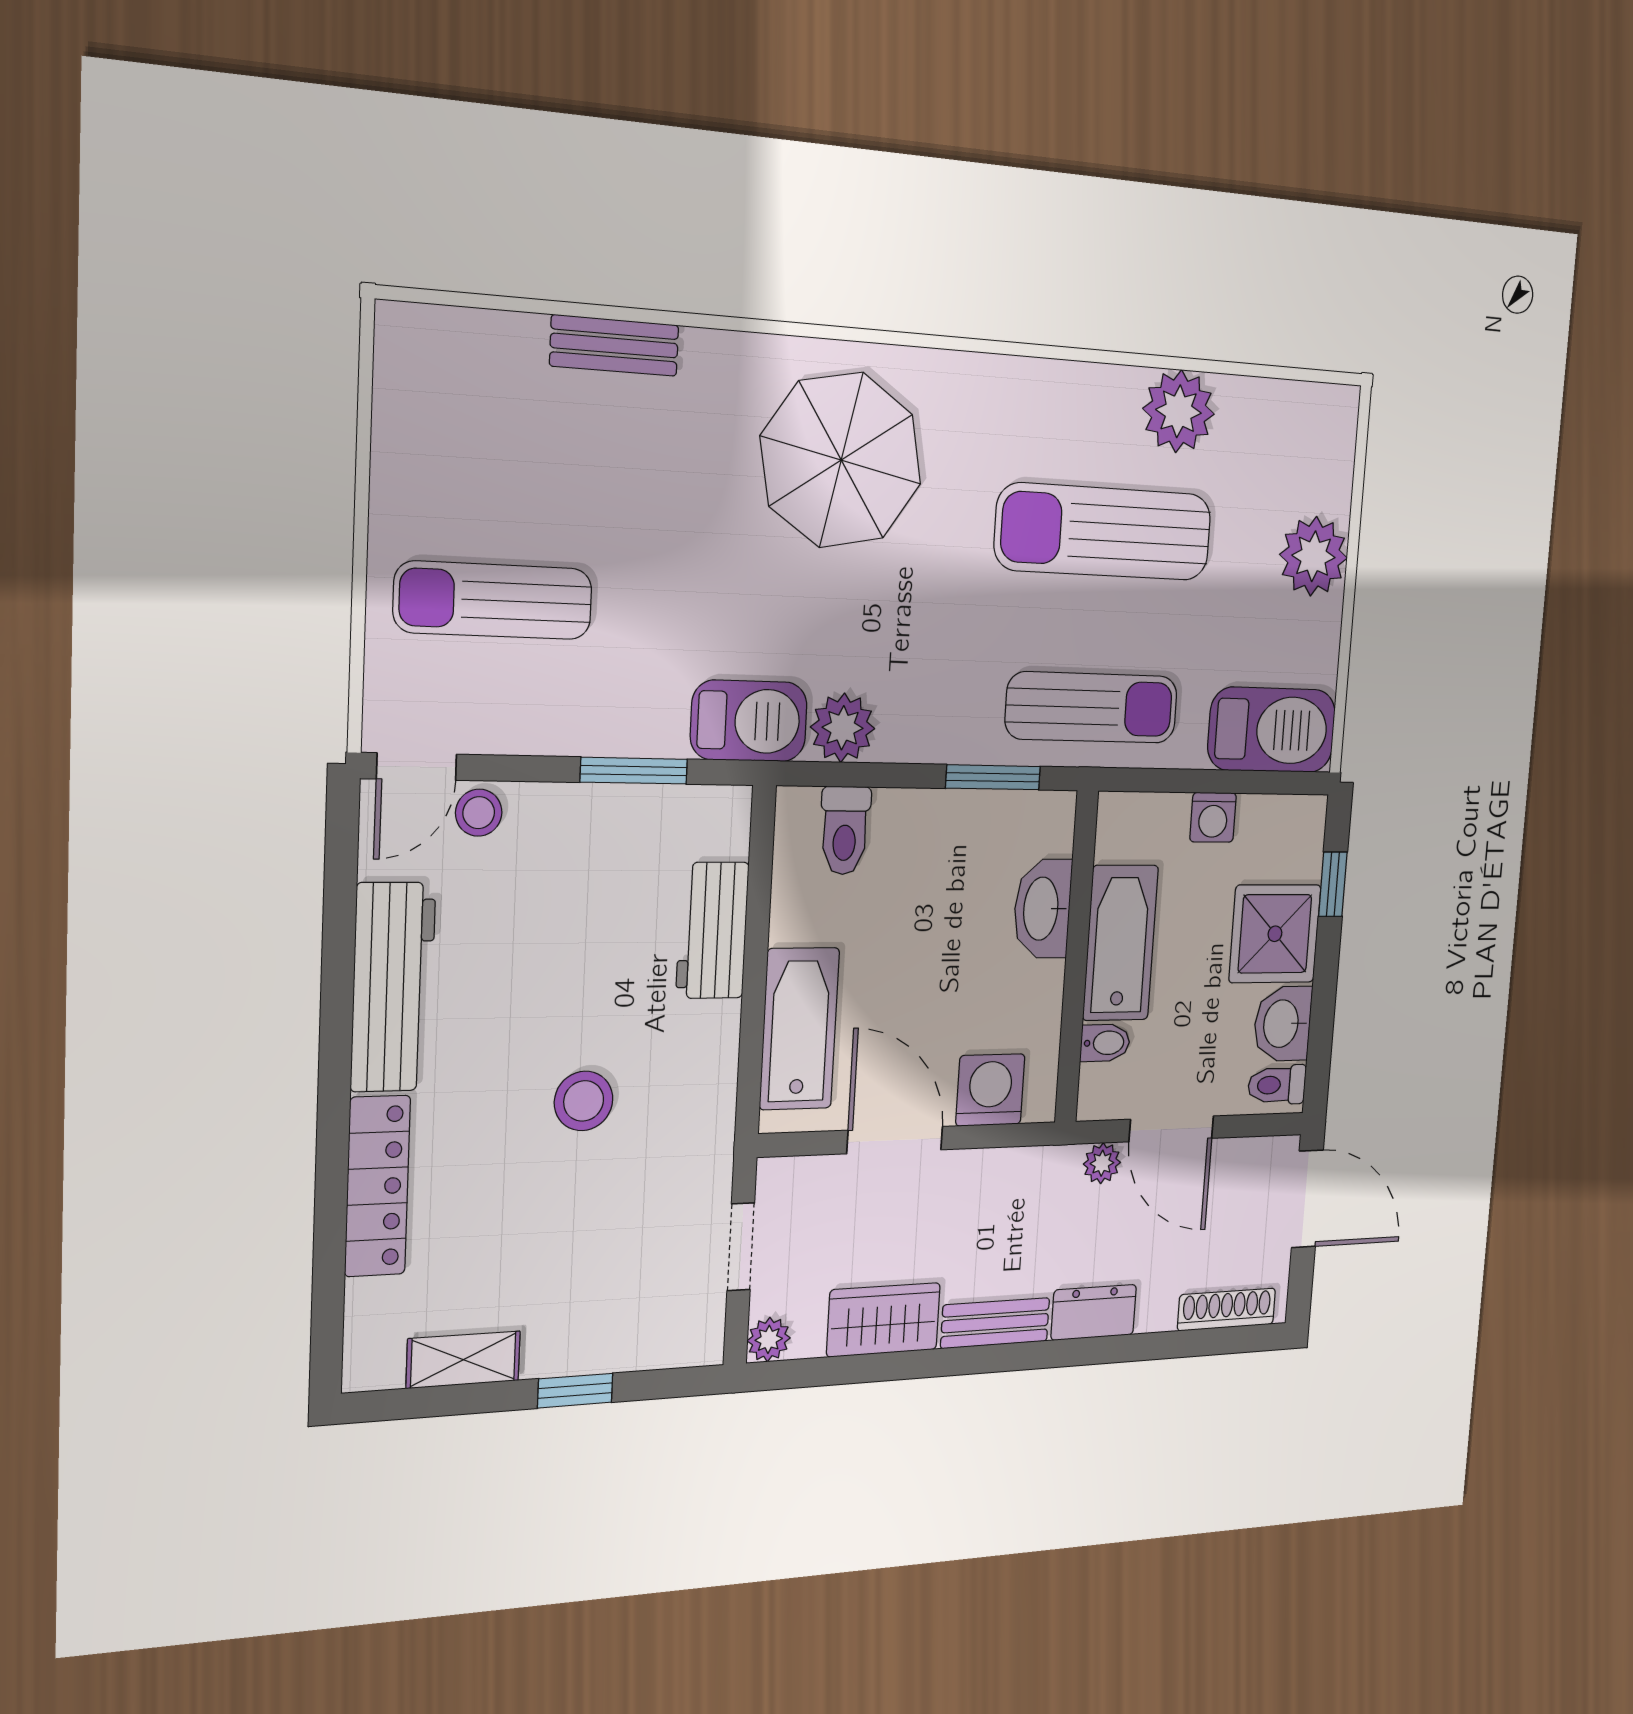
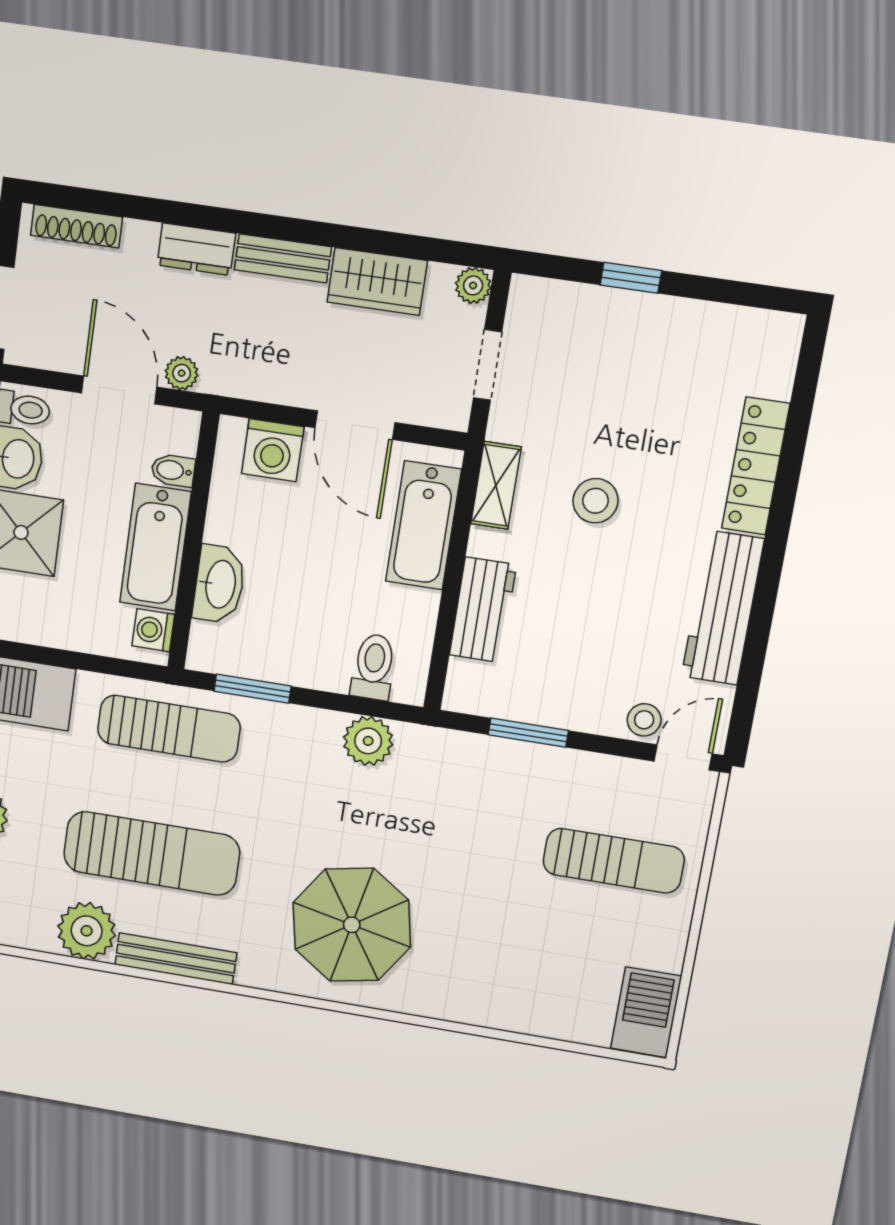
bench: (614, 346) -> (176, 959), moved, width x1.36
sun lounger: (1092, 708) -> (169, 729), turned 180
barbecue: (749, 721) -> (646, 1012), moved, turned 90
washing machine: (1213, 817) -> (153, 630), moved, turned -90
shelving: (463, 1360) -> (496, 485), moved, turned 90

